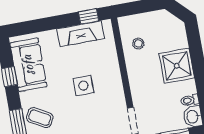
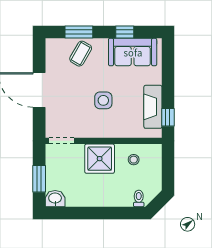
shower: (177, 66) -> (100, 159), moved
toilet: (190, 100) -> (139, 198), moved

